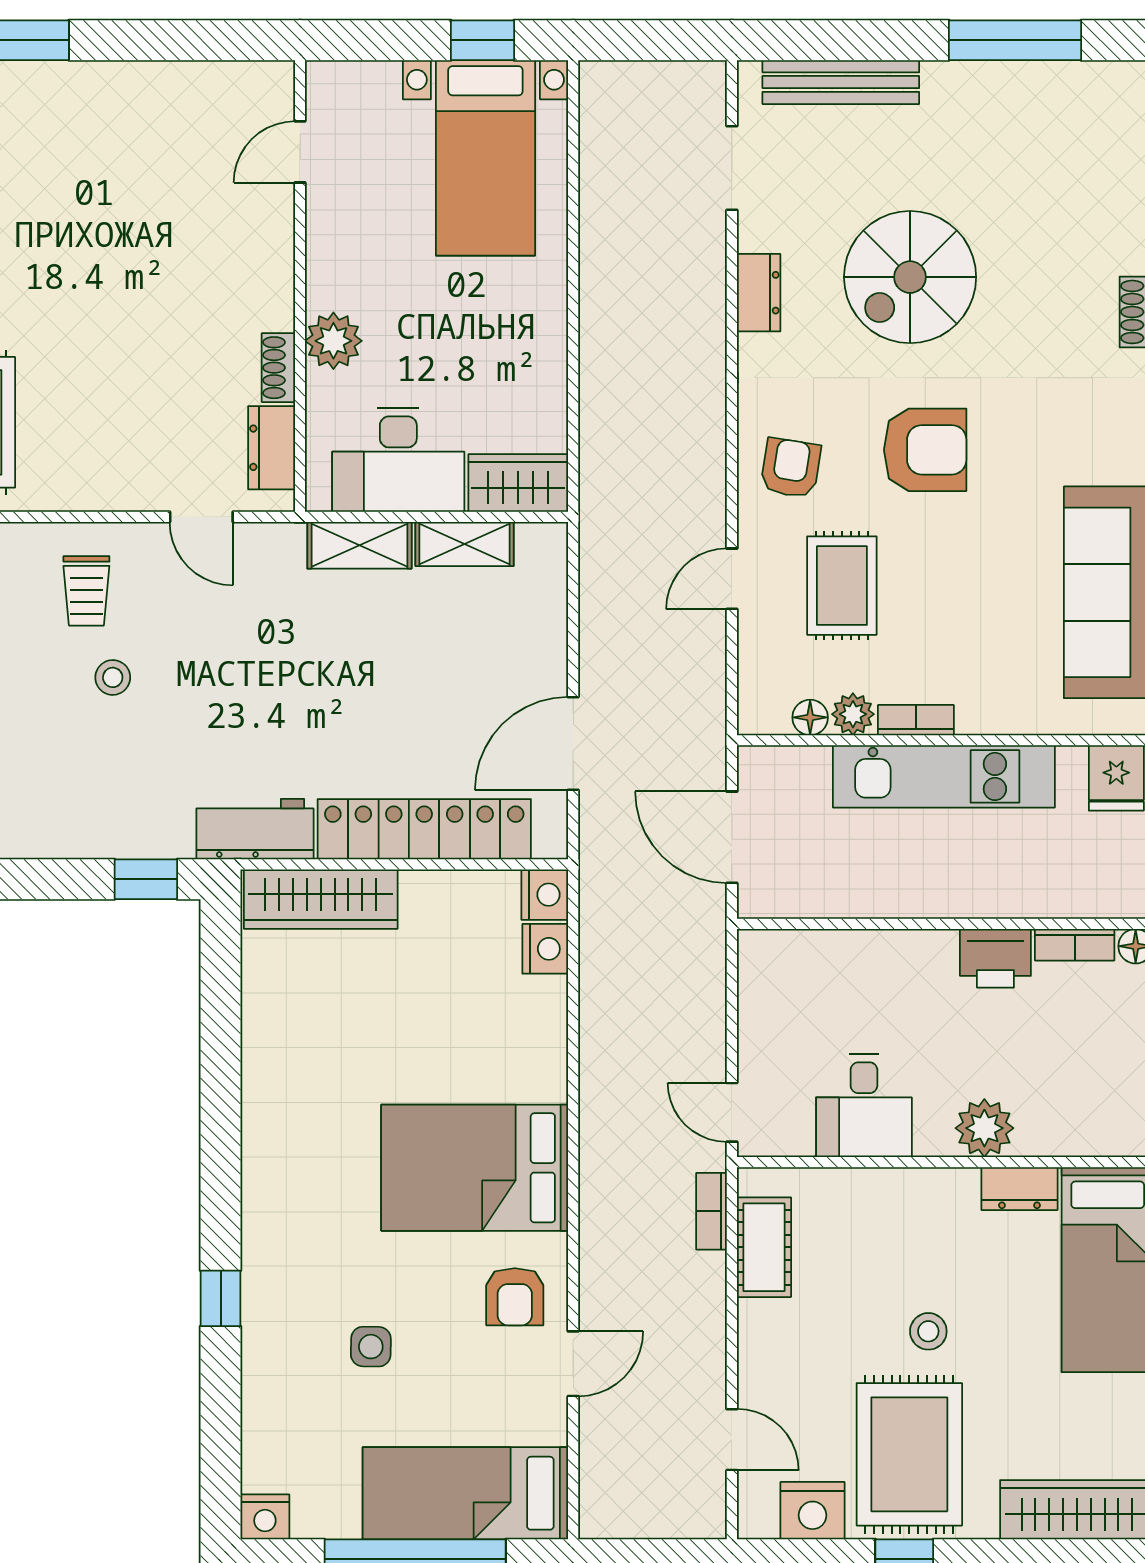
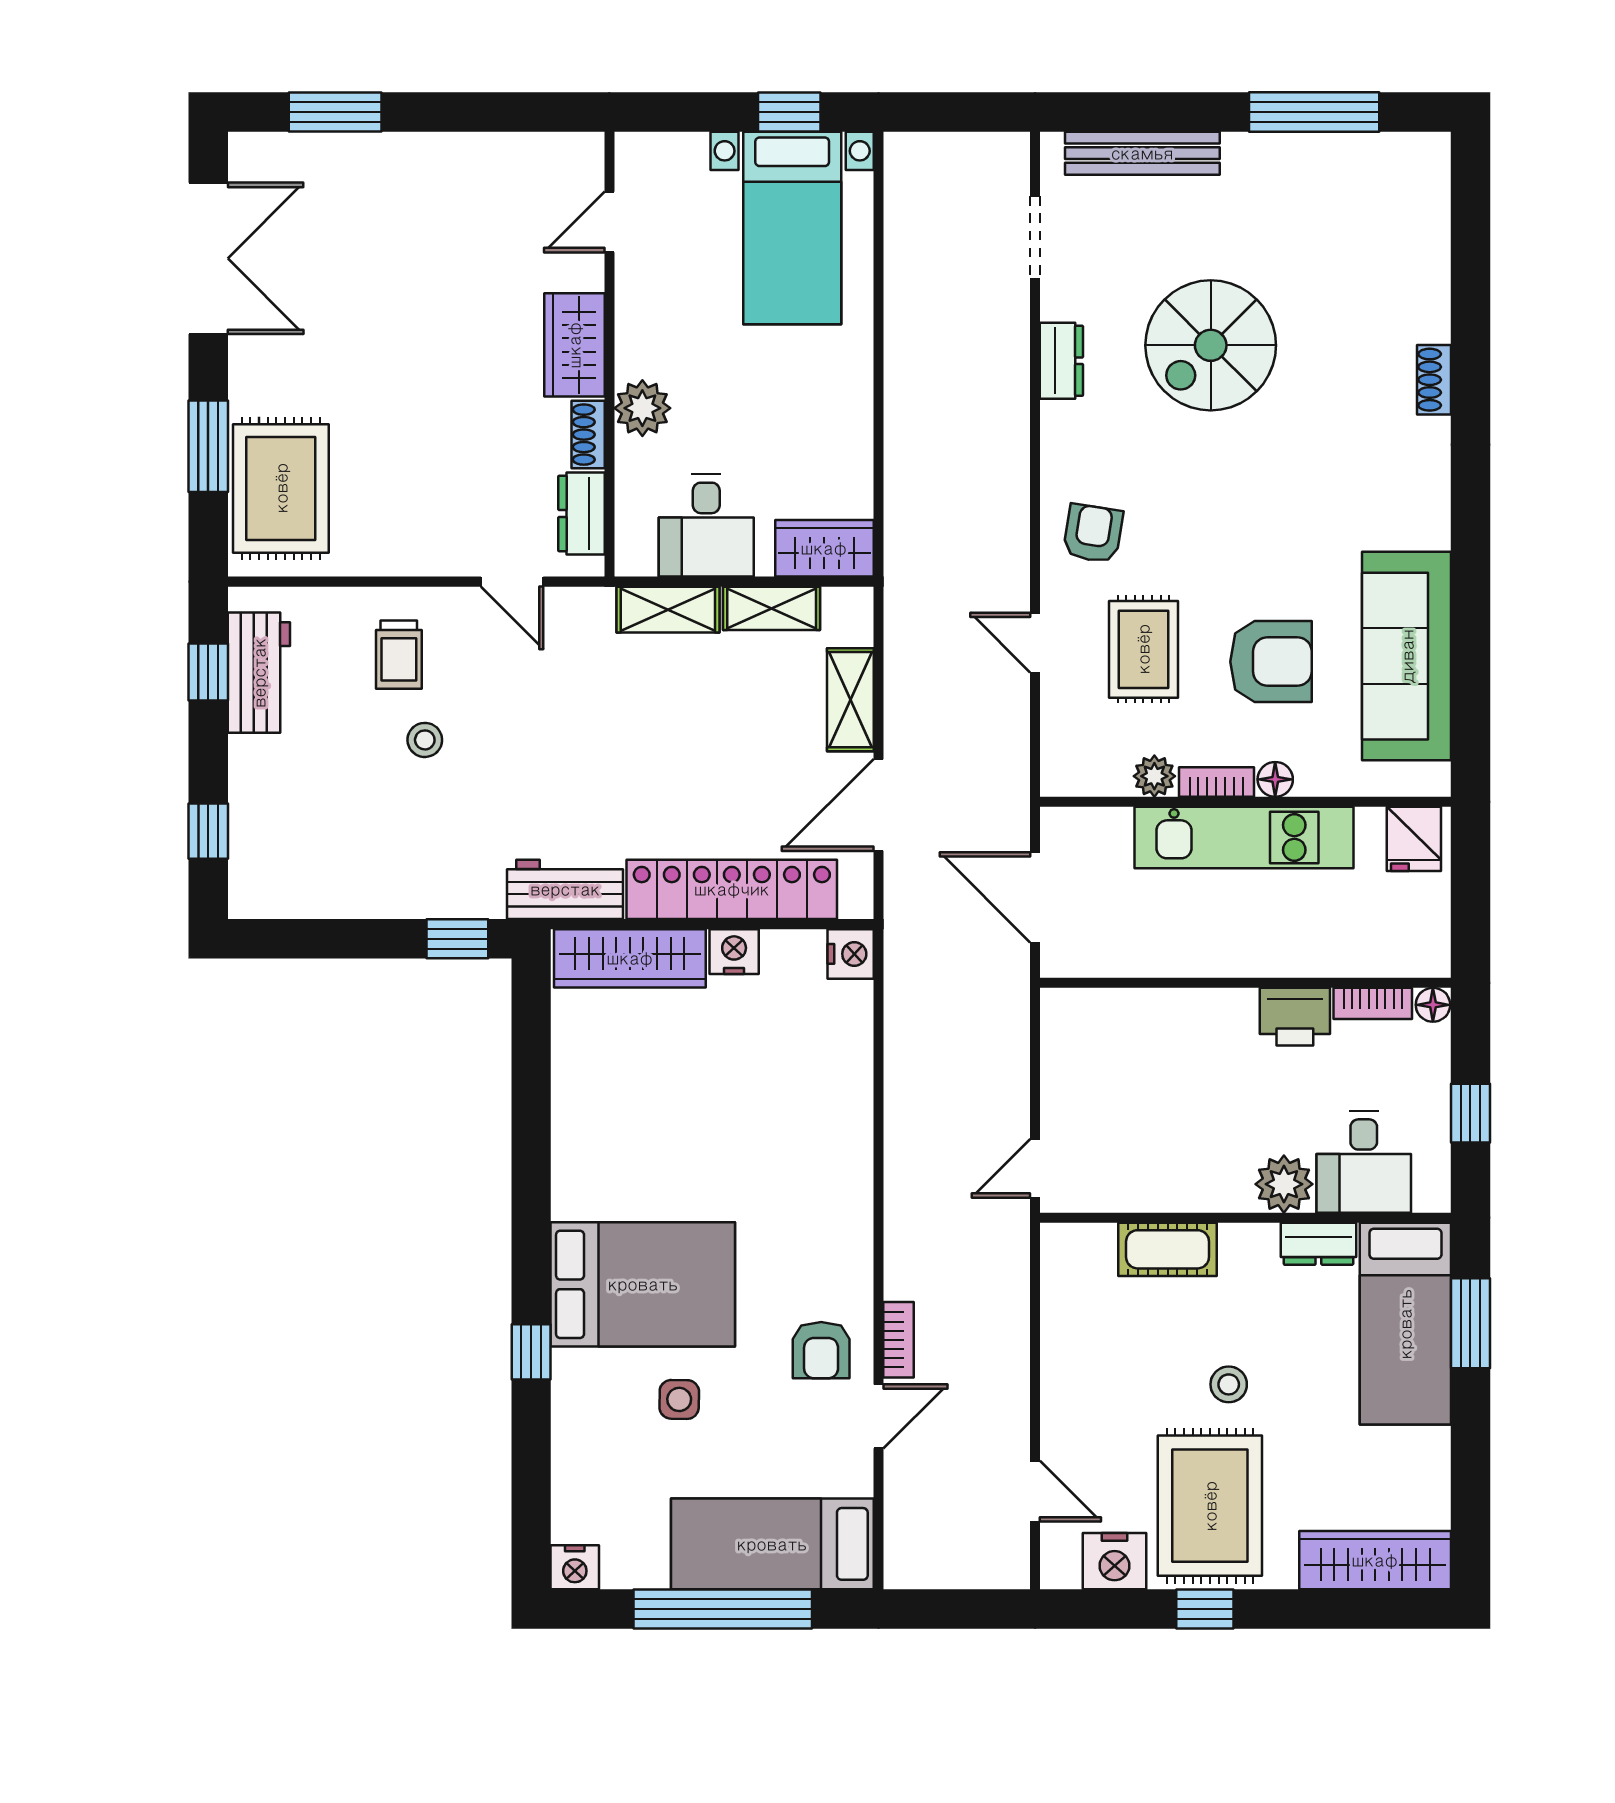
wardrobe: (265, 277) -> (574, 345), added
armchair: (925, 450) -> (1271, 662), moved
desk: (398, 460) -> (706, 526), width x0.73
door: (732, 579) -> (1035, 643), hinge flipped
shelving: (545, 637) -> (850, 700), added
floor lamp: (810, 717) -> (1275, 779), moved
nightstand: (545, 949) -> (734, 952), moved, turned -90
desk: (864, 1106) -> (1364, 1162), moved
door: (732, 1112) -> (1035, 1168), hinge flipped
bed: (475, 1168) -> (643, 1284), moved, turned 180
bookcase: (712, 1211) -> (899, 1340), moved, turned 180
cot: (764, 1247) -> (1168, 1249), moved, turned 90

